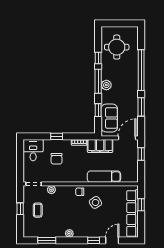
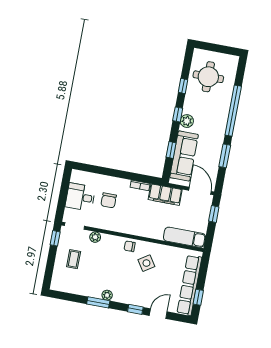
window: (98, 81) -> (178, 114), width x0.46
sofa: (109, 118) -> (184, 156), width x1.36
window: (57, 136) -> (114, 173), removed
door: (127, 138) -> (200, 191), hinge flipped
desk: (33, 150) -> (80, 197), moved, turned -90
exam couch: (104, 177) -> (185, 237), moved
window: (141, 205) -> (198, 297), moved
window: (20, 209) -> (55, 238), moved
window: (47, 240) -> (98, 302), moved

